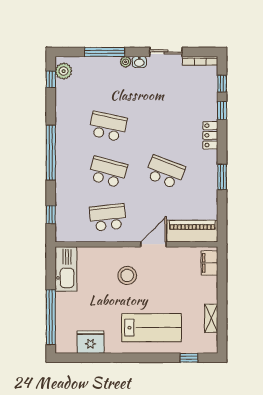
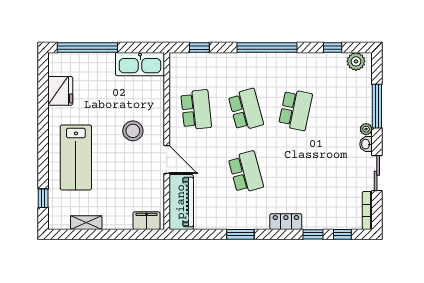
window: (51, 79) -> (333, 48), moved
school desk: (108, 172) -> (246, 110), turned -30
school desk: (165, 172) -> (246, 172), turned -36

